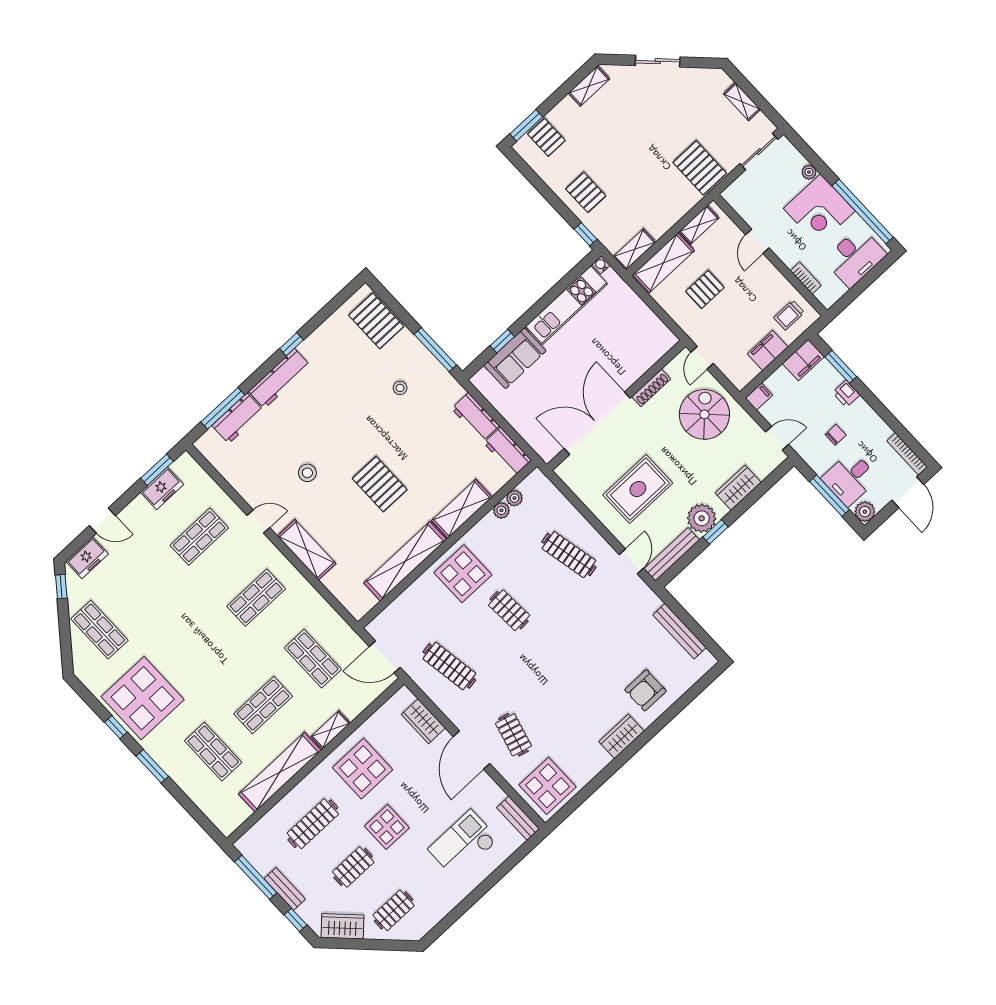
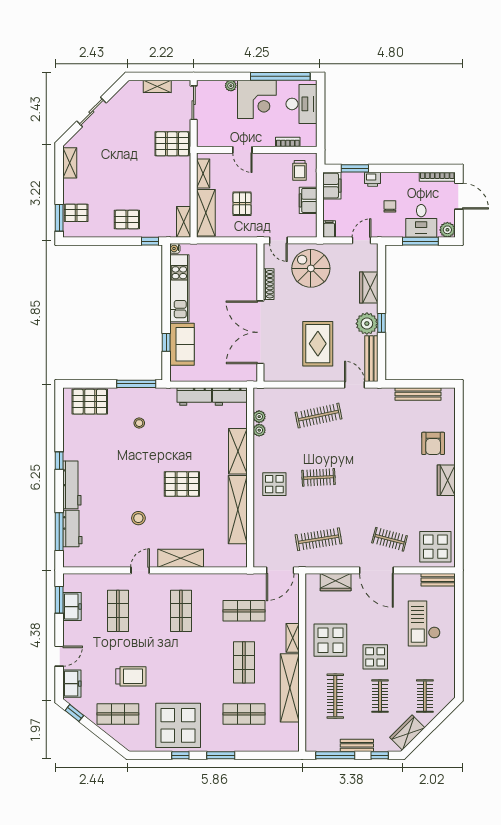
display table: (463, 574) -> (274, 484), width x0.73, depth x0.73
trolley: (148, 608) -> (131, 676), added

